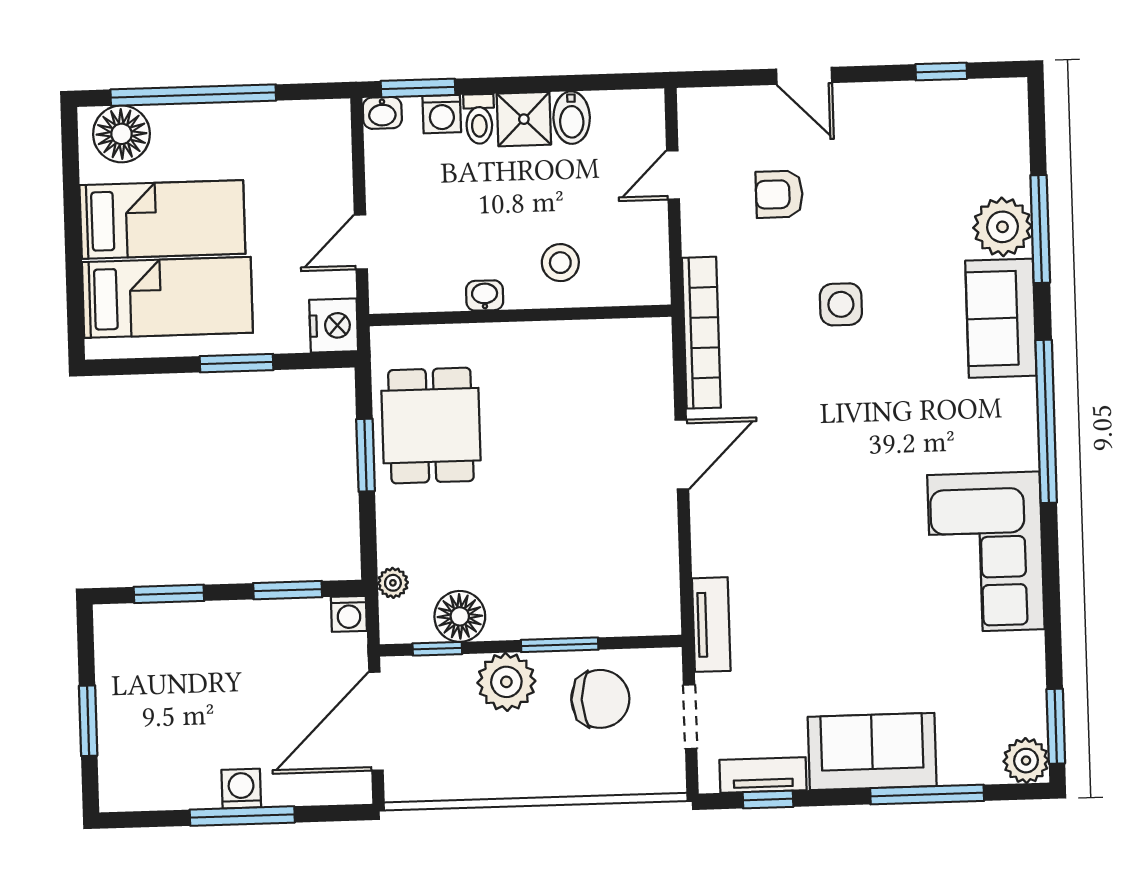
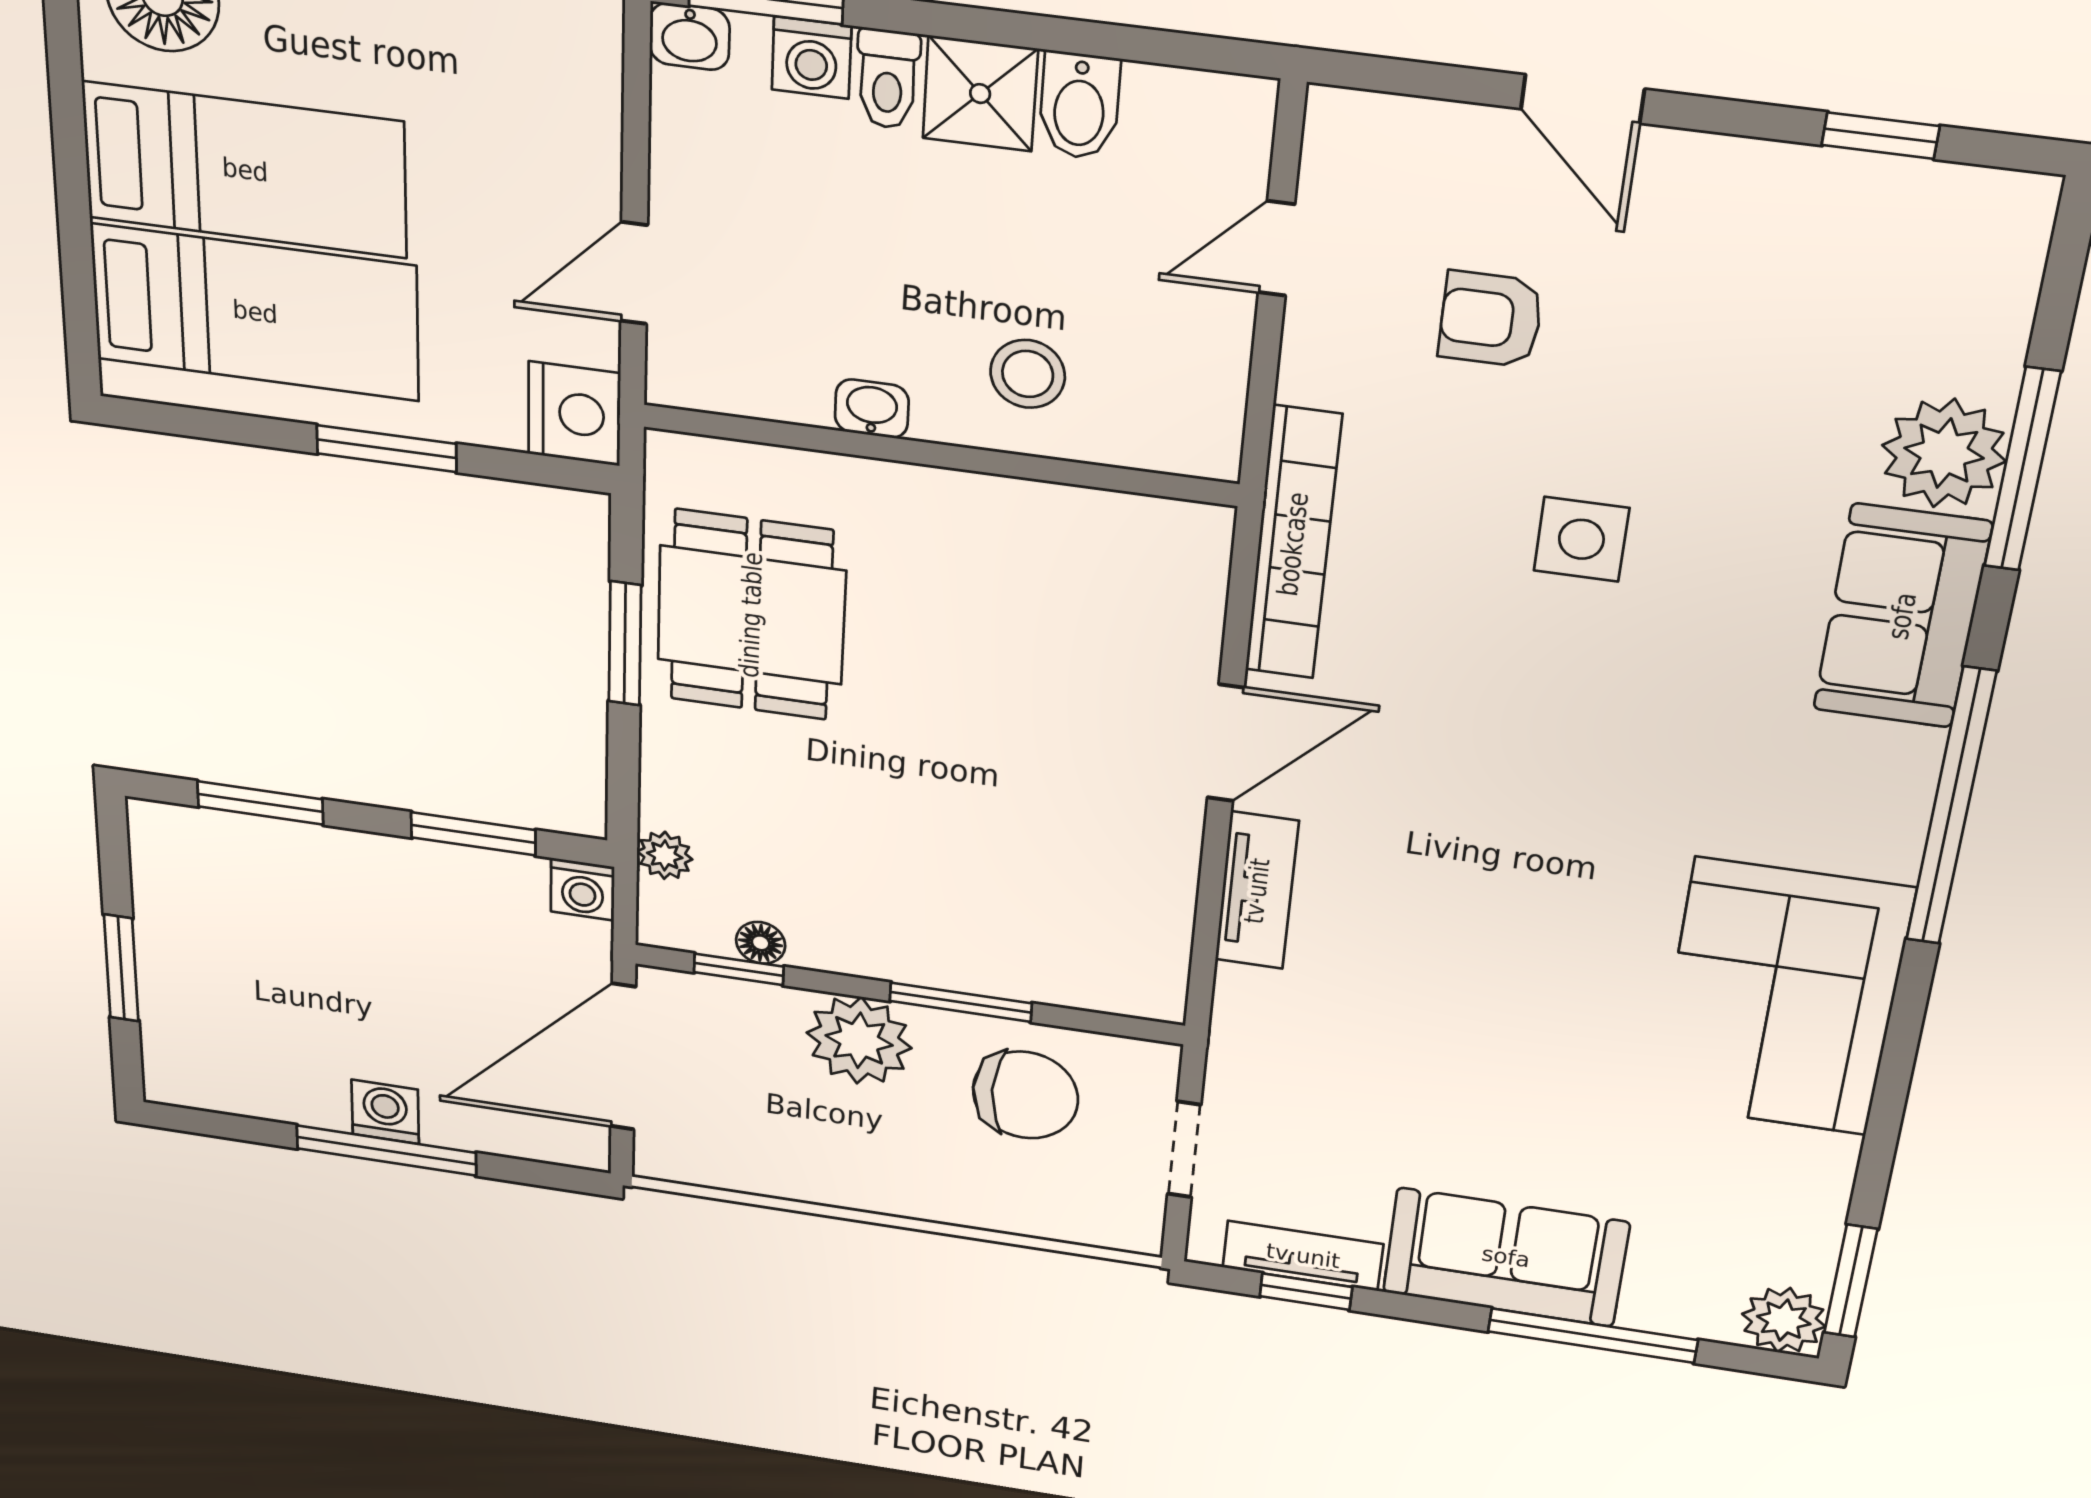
floor lamp: (460, 616) -> (761, 943), width x0.53, depth x0.53
tv unit: (711, 625) -> (1257, 891), moved

